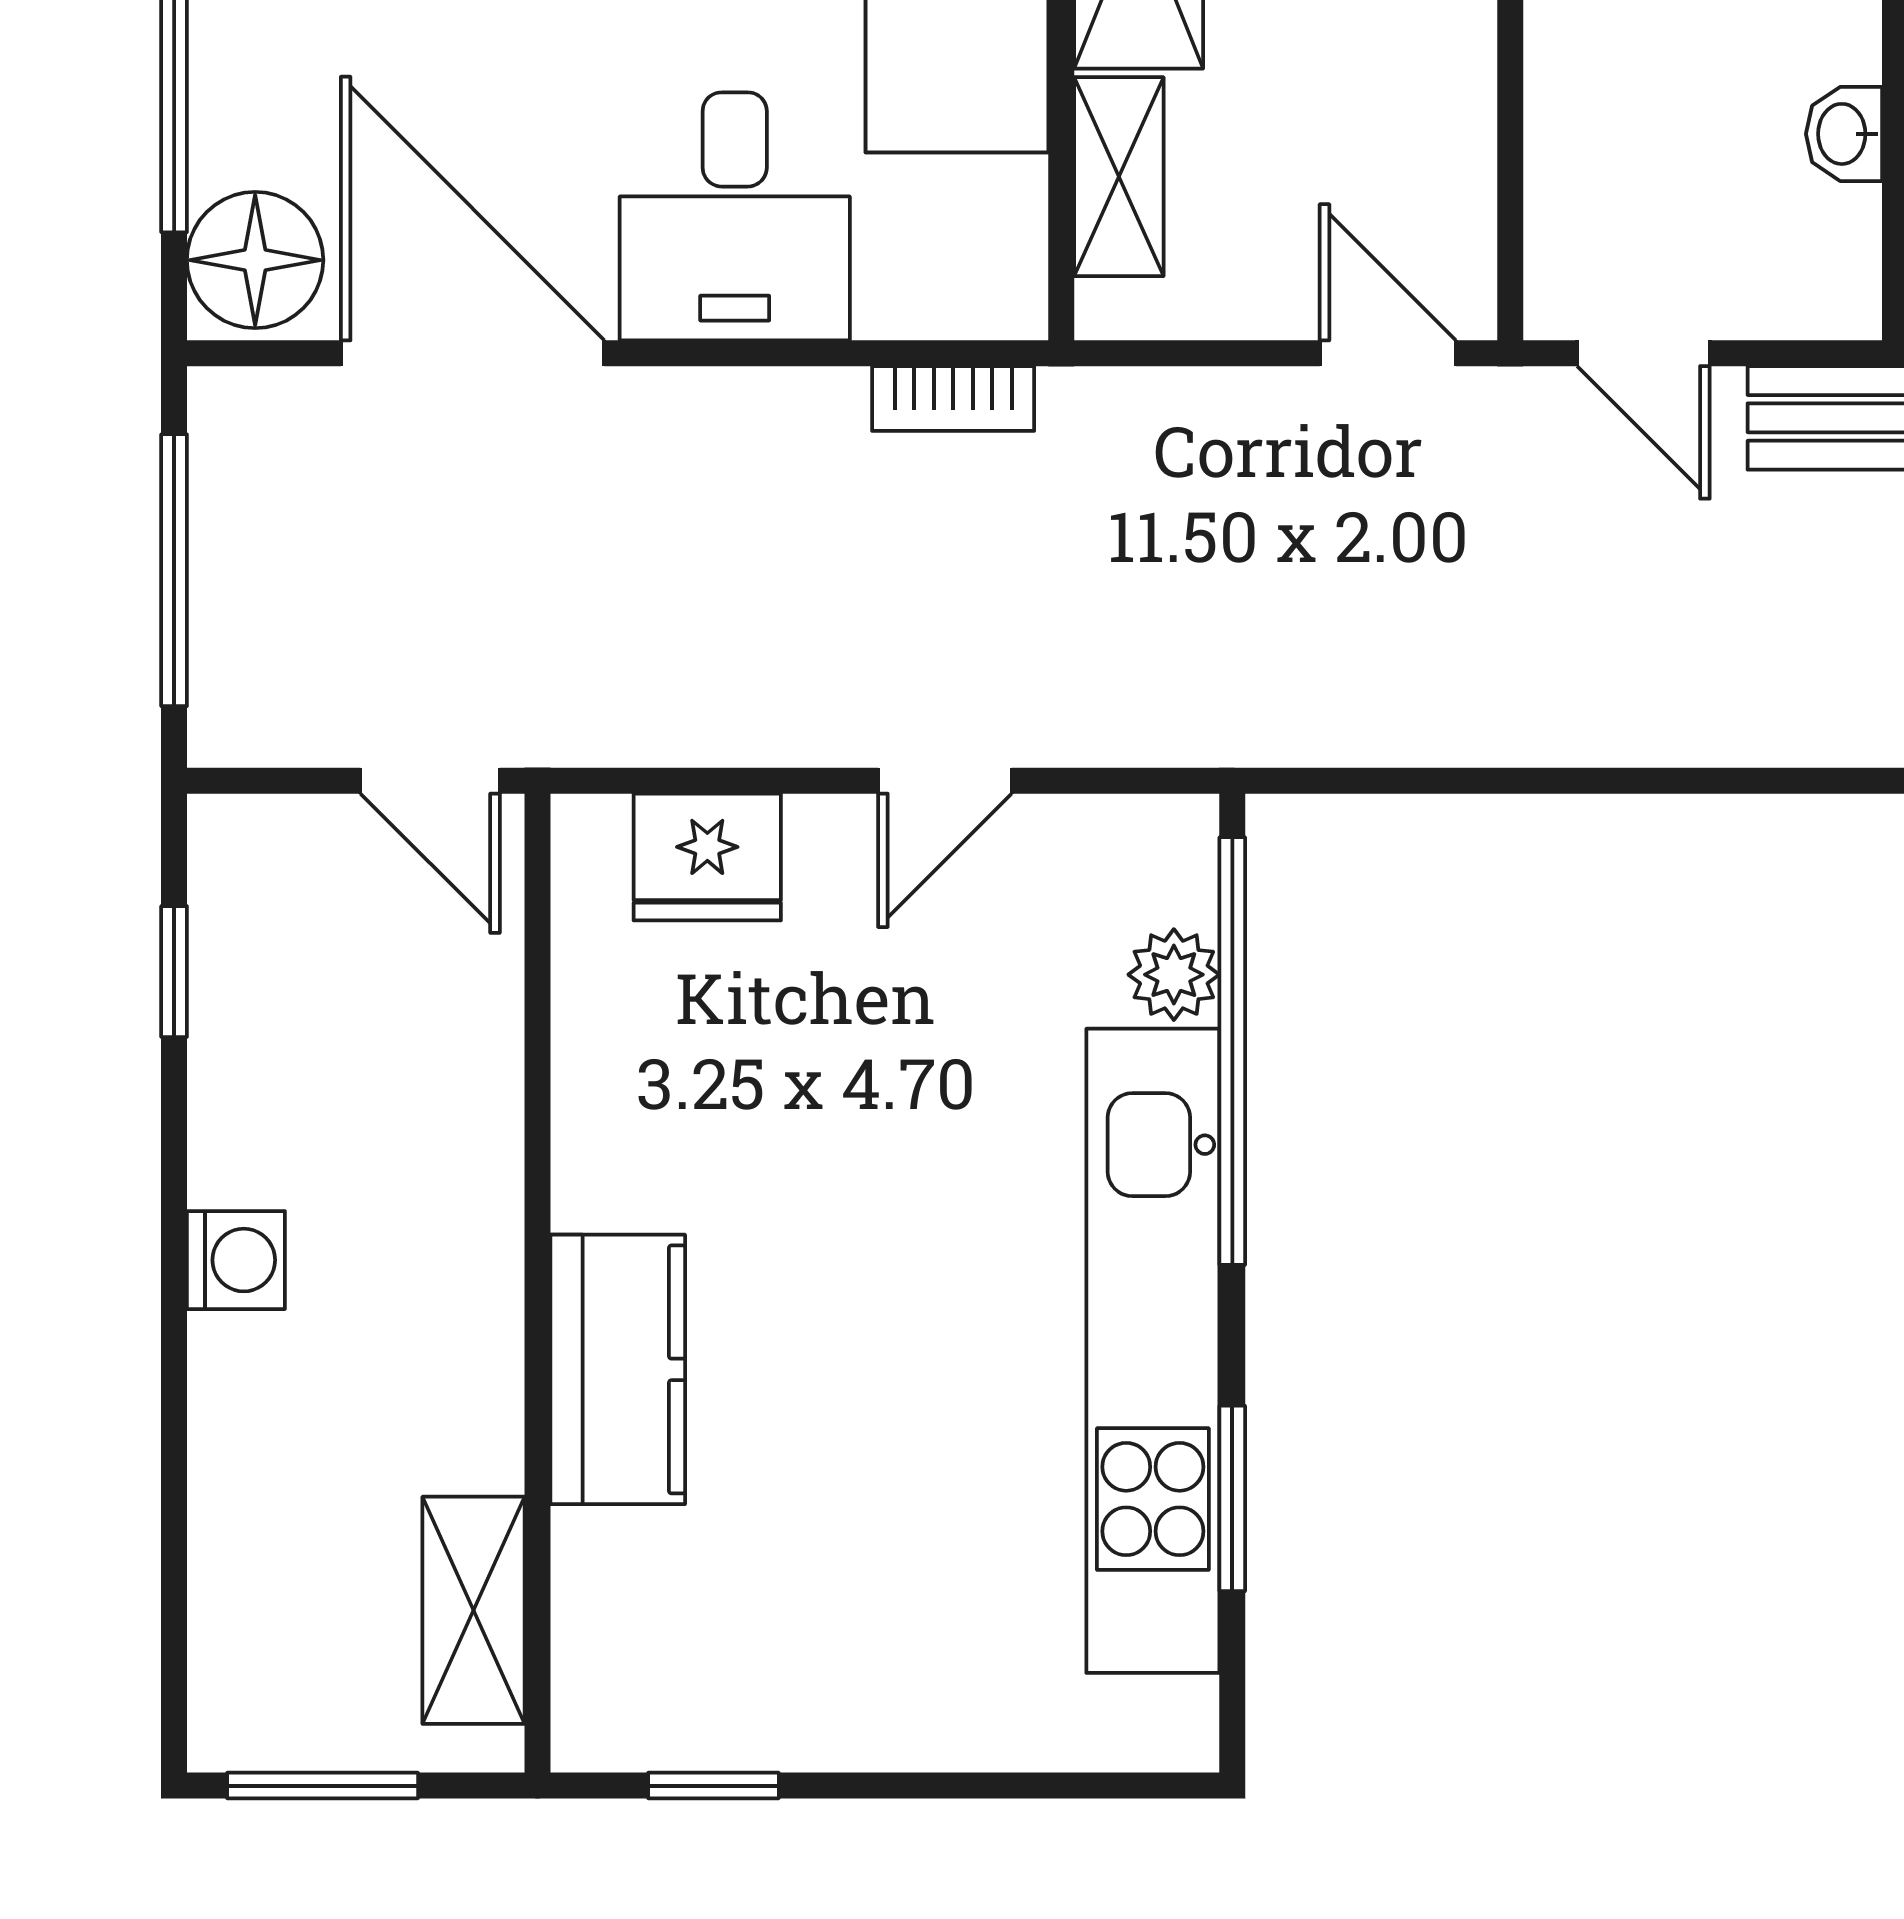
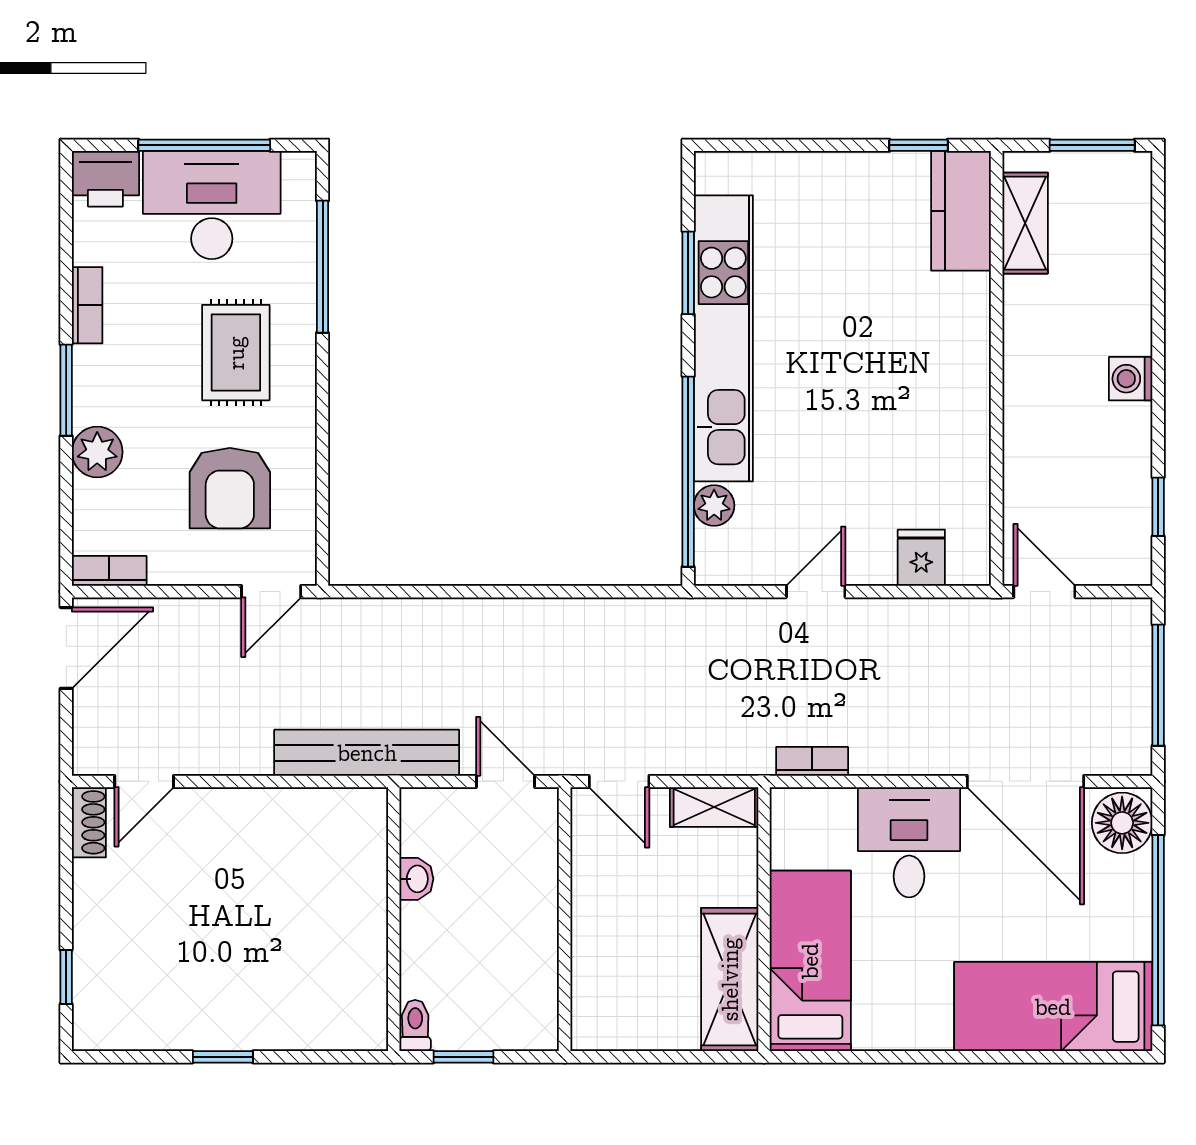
shelving: (1119, 177) -> (714, 807), moved, turned 90
fridge: (707, 857) -> (921, 558), width x0.72
kitchen counter: (618, 1369) -> (961, 211), moved

